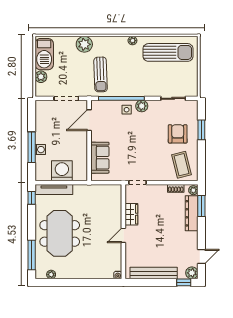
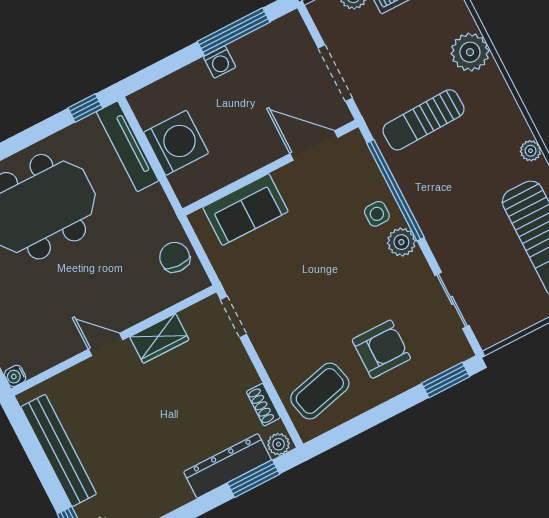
window: (201, 130) -> (446, 380), moved
window: (32, 147) -> (234, 32), moved
washing machine: (40, 150) -> (220, 62), moved
chair: (104, 193) -> (175, 257), added

